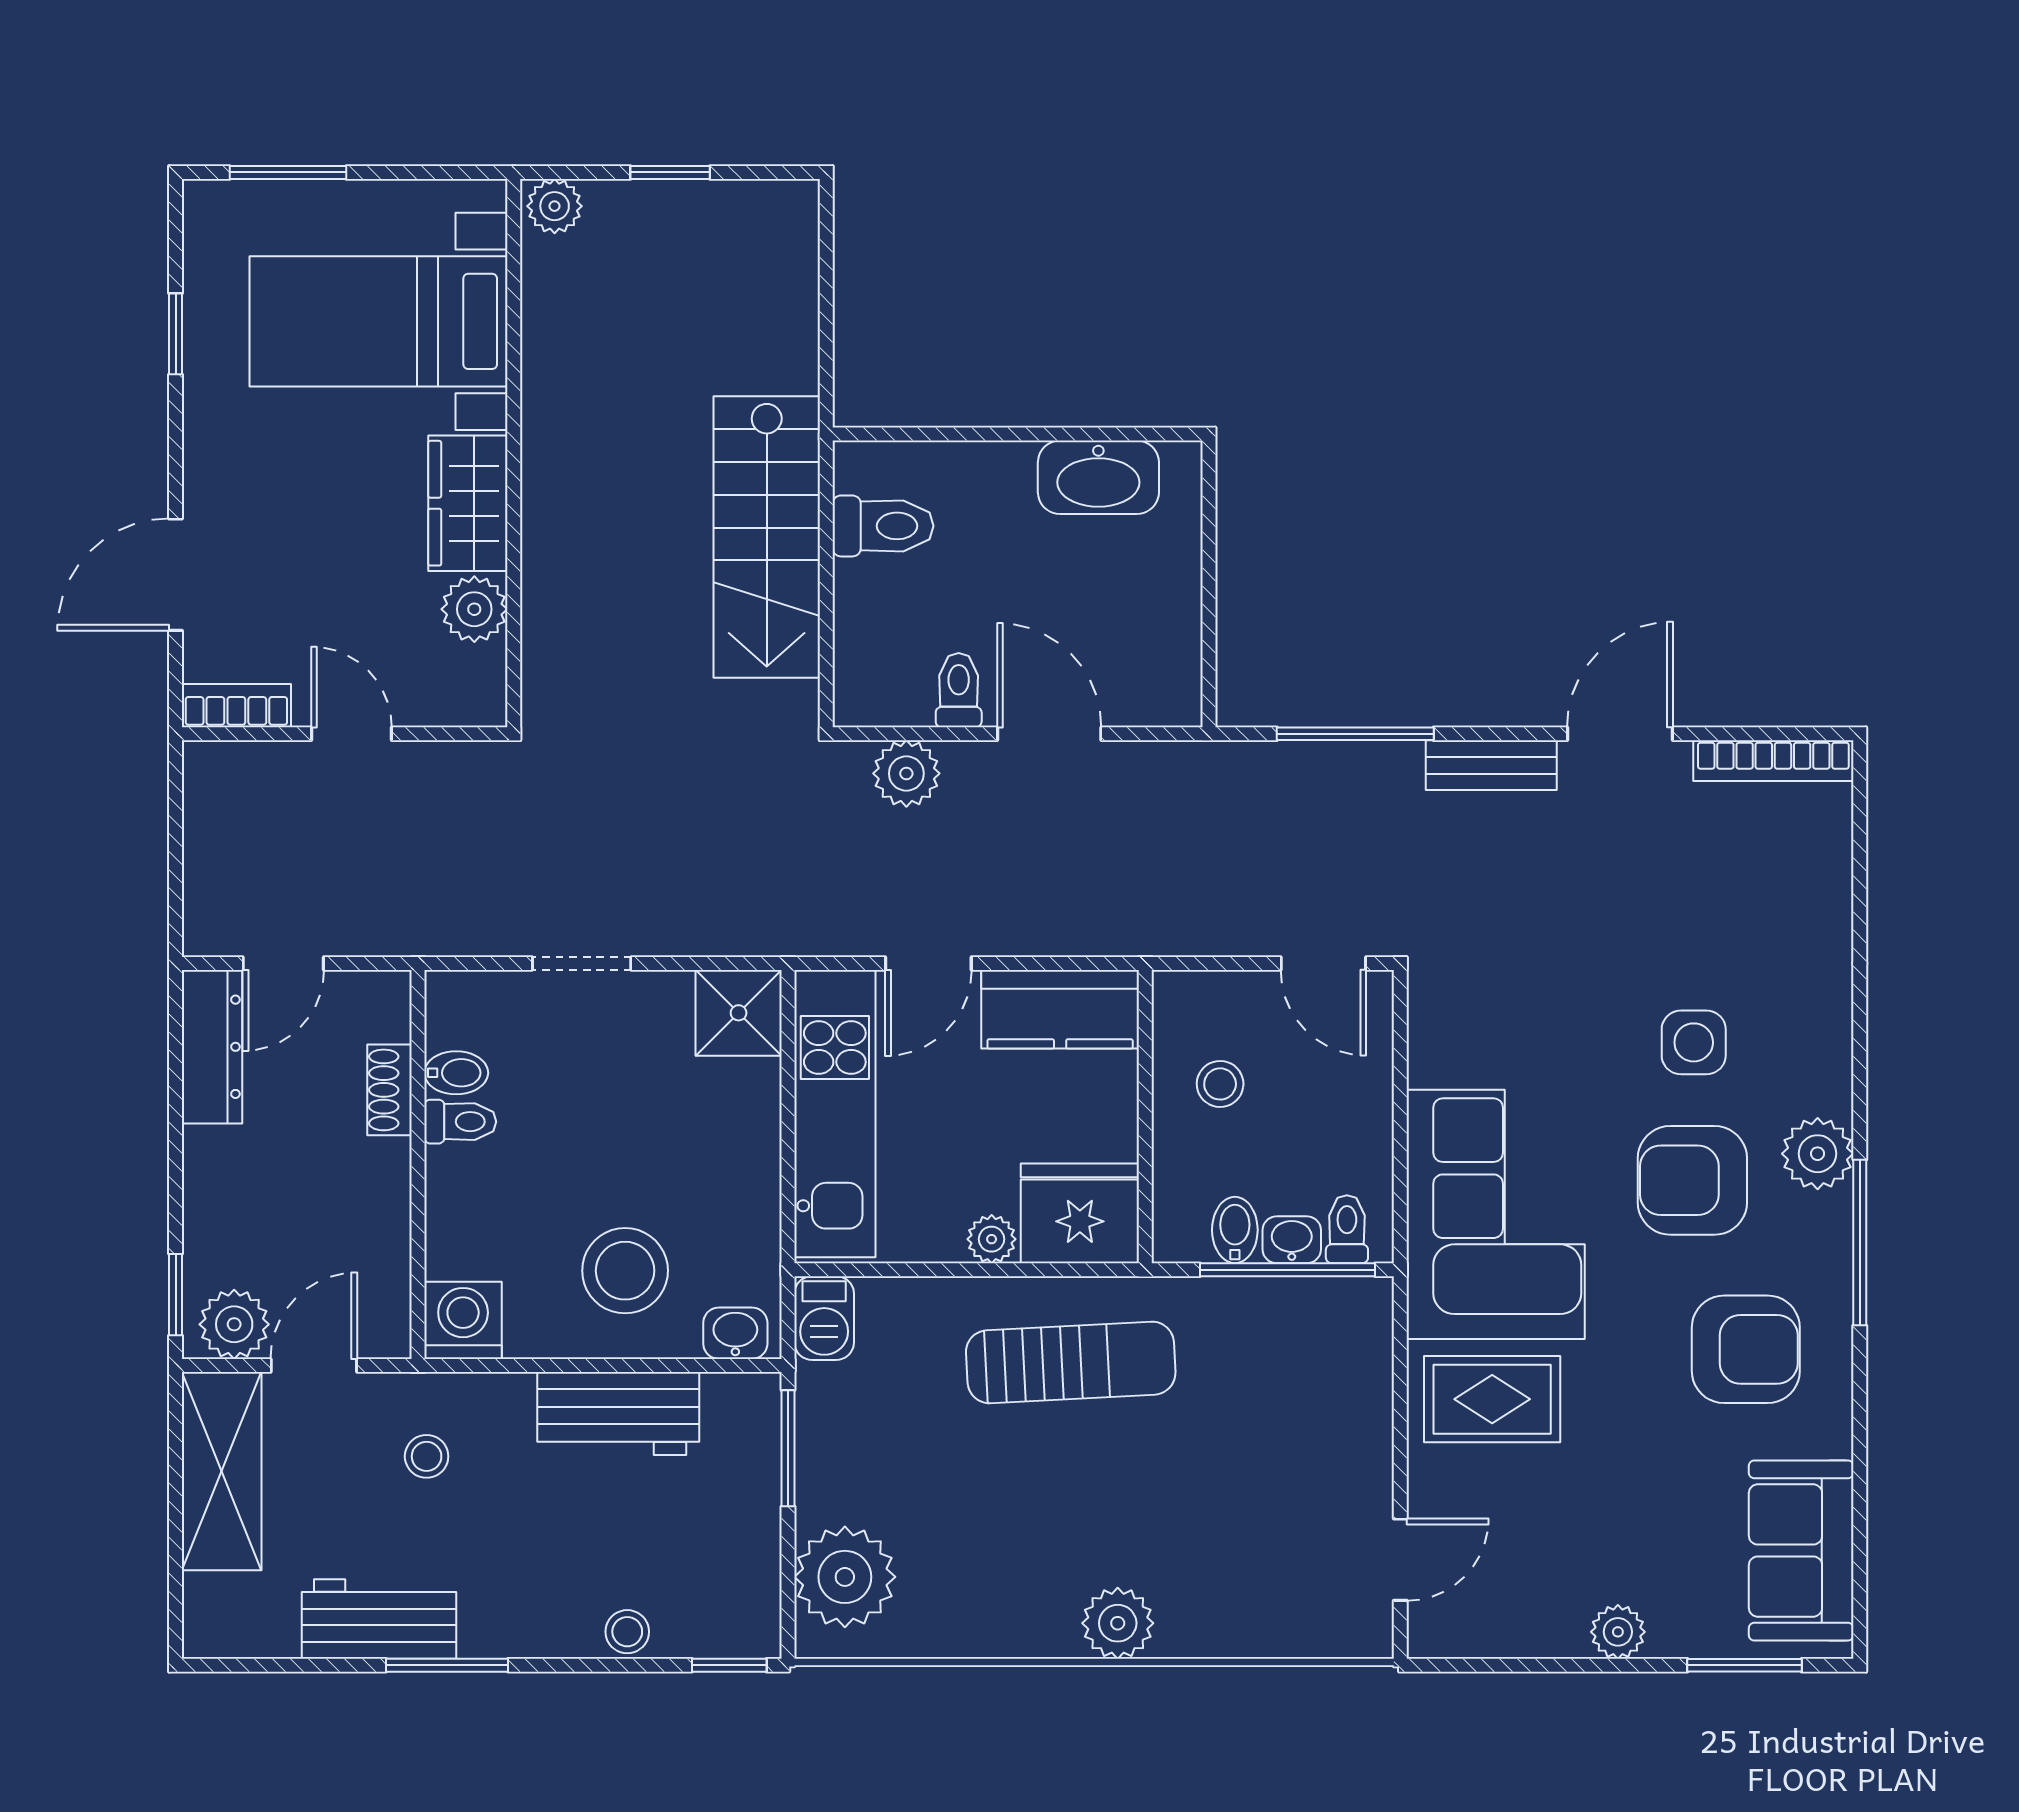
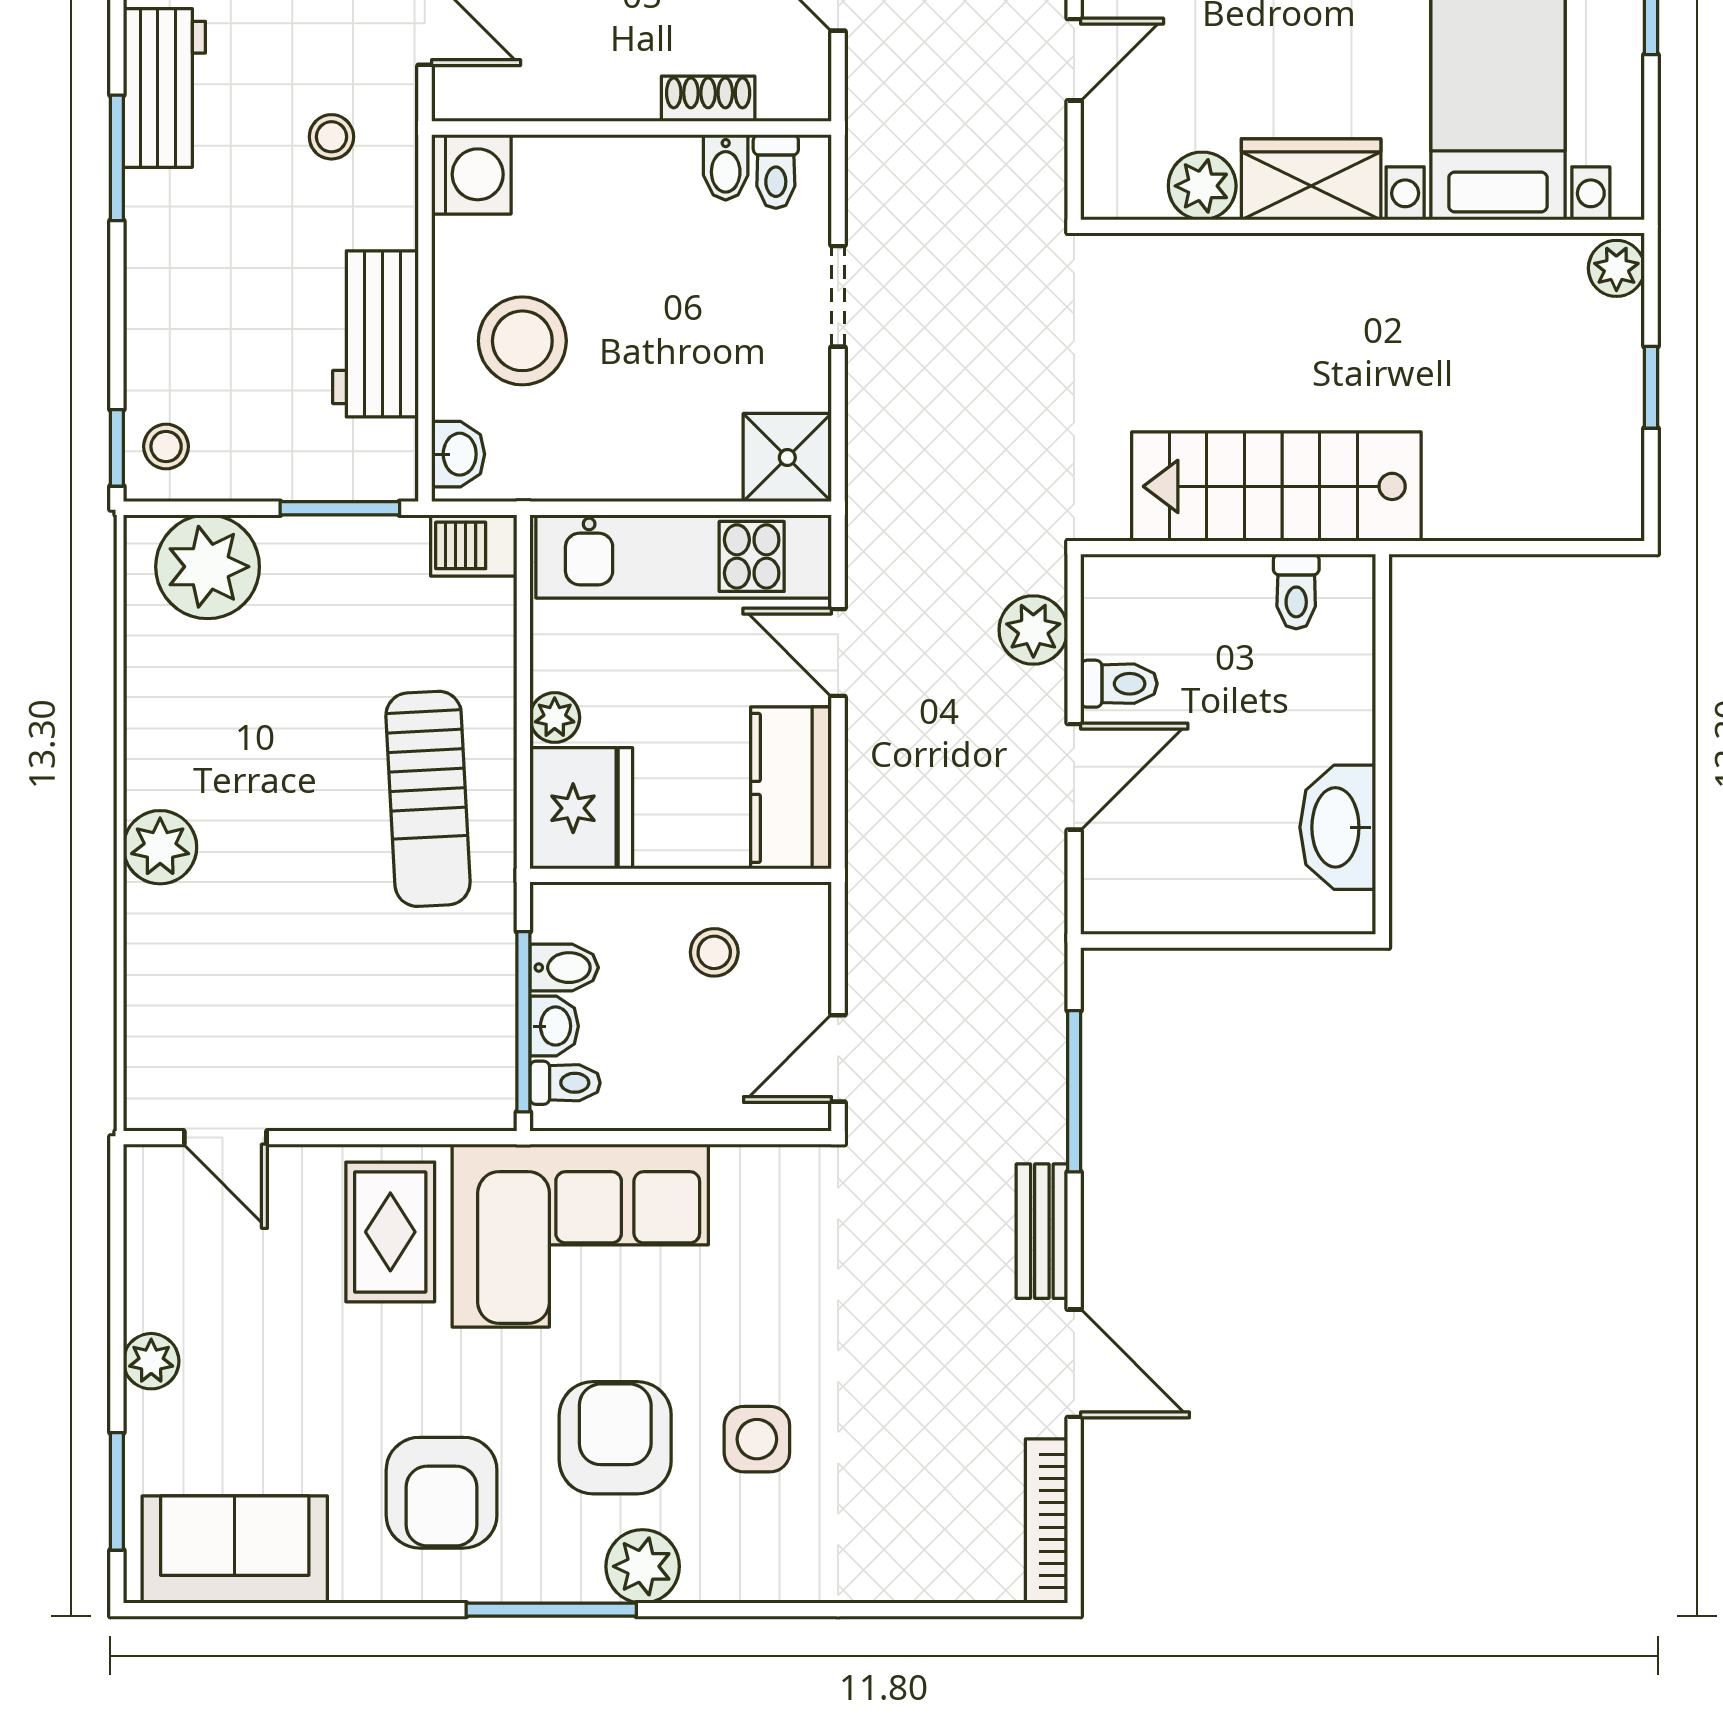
toilet: (883, 526) -> (1296, 591), width x0.73, depth x0.72
toilet: (460, 1122) -> (776, 171), moved
stool: (627, 1632) -> (166, 446), moved

